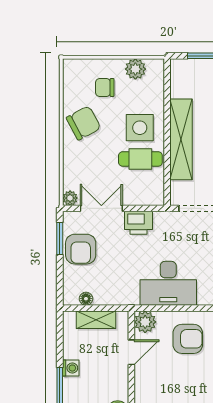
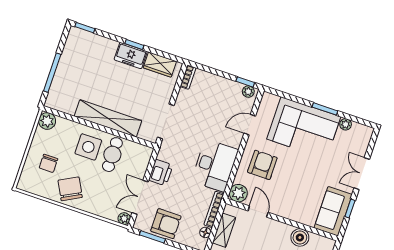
plant: (135, 69) -> (47, 121), moved
bookcase: (116, 300) -> (214, 209), added

